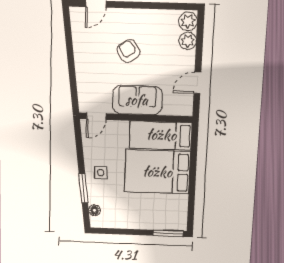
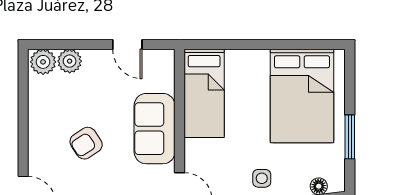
bed: (157, 172) -> (302, 96), moved
window: (168, 233) -> (350, 137), moved

